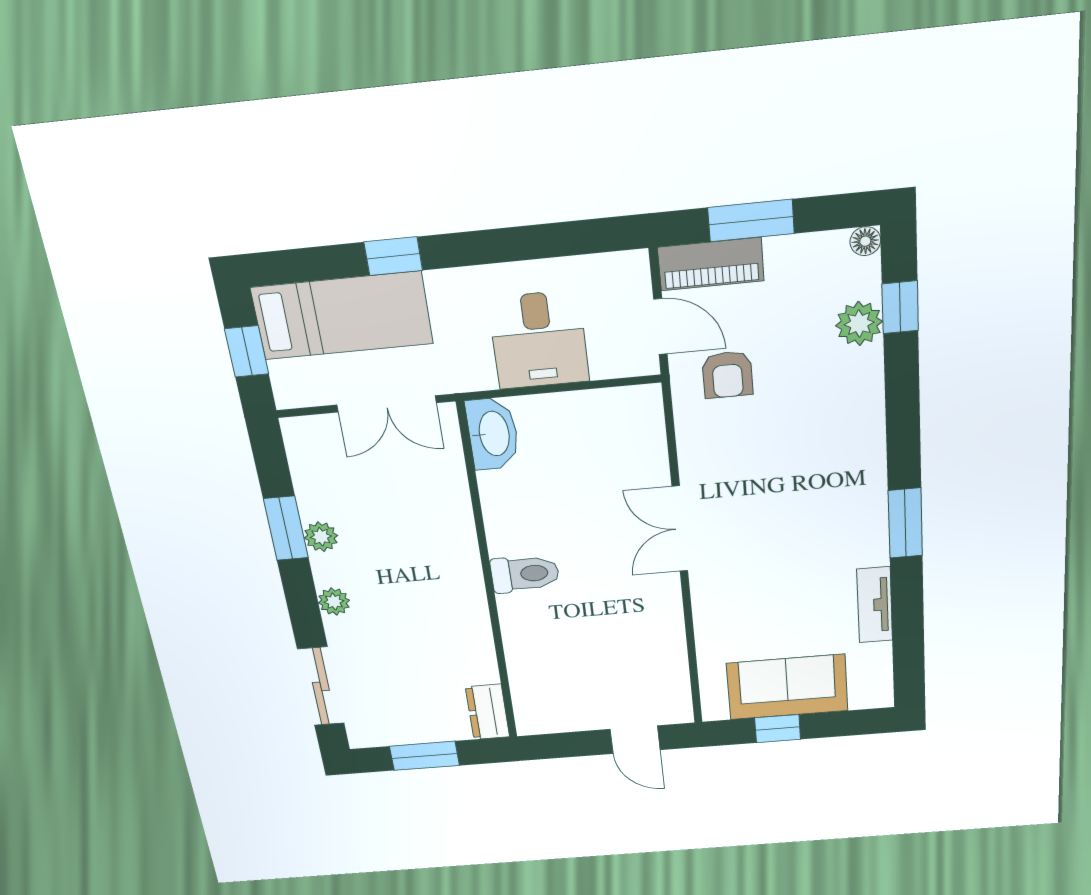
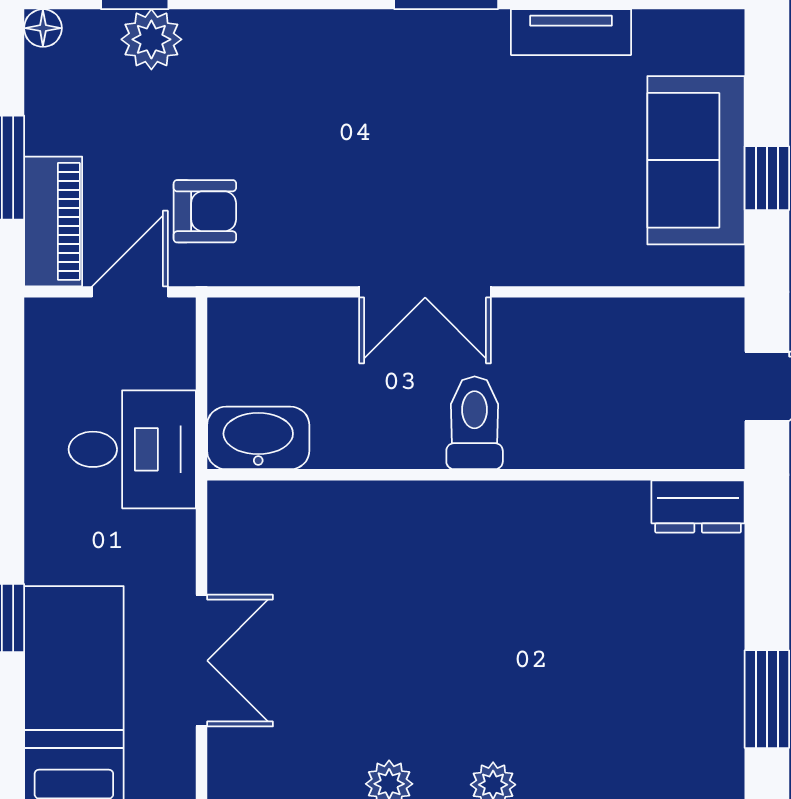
washbasin: (493, 434) -> (258, 438), moved
toilet: (525, 574) -> (475, 423), moved
wall: (488, 578) -> (476, 475), moved
dresser: (488, 712) -> (698, 507), moved

